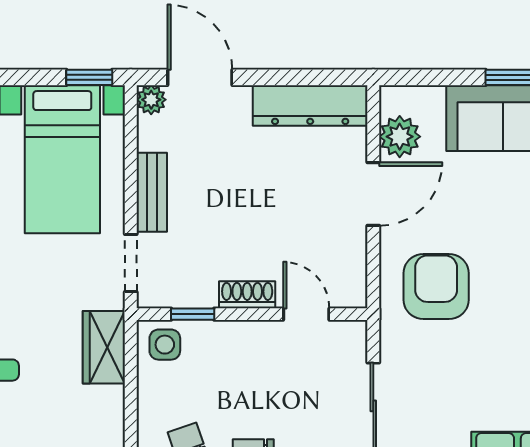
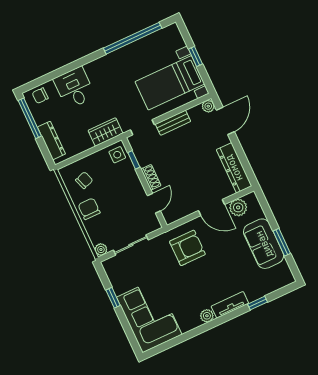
window: (89, 77) -> (196, 56), moved

